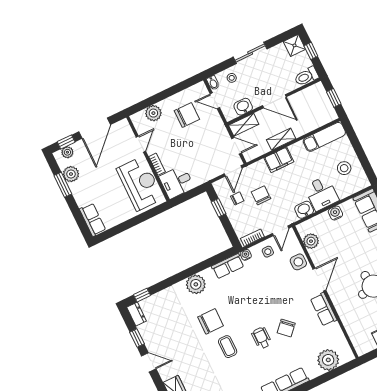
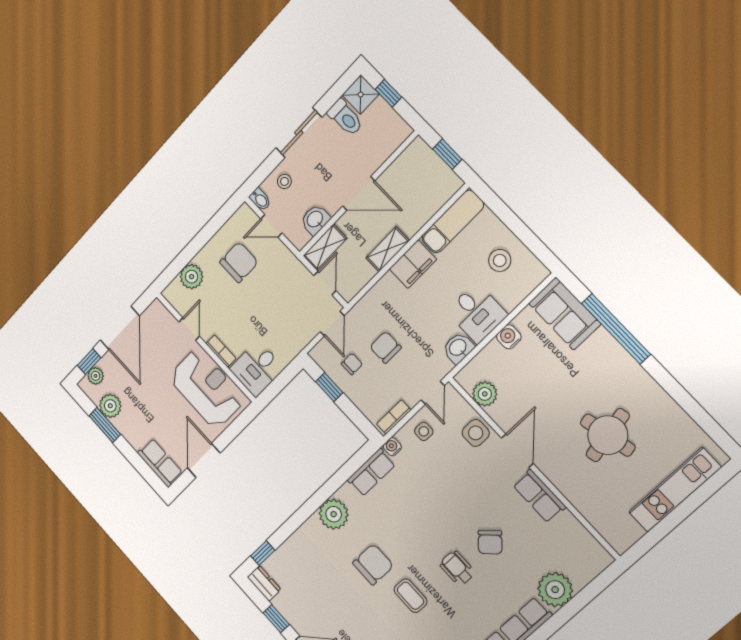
toilet: (306, 76) -> (345, 118), moved, turned -90
door: (237, 146) -> (325, 283), hinge flipped
filing cabinet: (279, 160) -> (413, 264), moved
door: (123, 227) -> (204, 460), added
plant: (328, 360) -> (555, 590), moved

